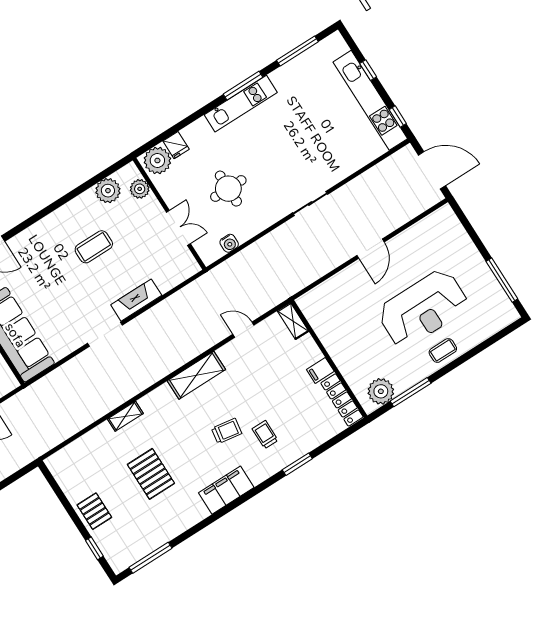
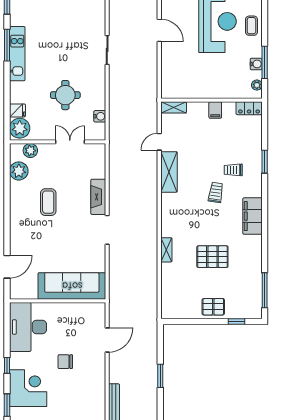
shelving: (196, 375) -> (169, 172), moved
water cooler: (403, 384) -> (256, 64), added
plant: (381, 391) -> (257, 85), width x0.53, depth x0.53
locker: (342, 400) -> (249, 108), width x0.66

